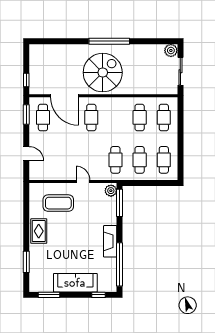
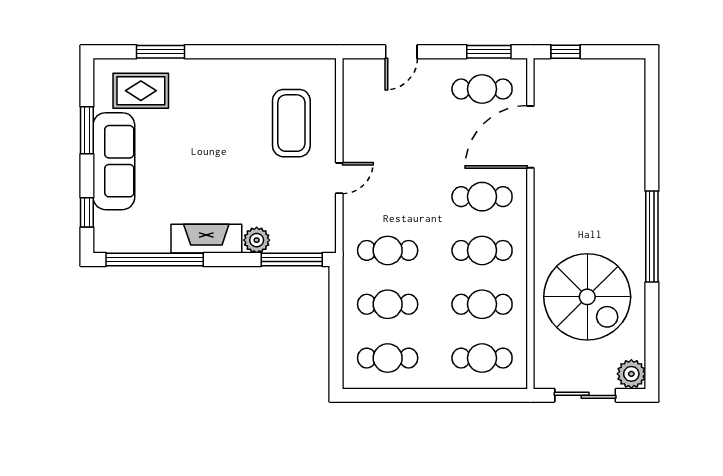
spiral stairs: (103, 73) -> (587, 297), moved
cafe table: (115, 117) -> (482, 250), added
plant: (111, 191) -> (257, 240), moved
rug: (39, 231) -> (141, 91), moved
window: (49, 295) -> (87, 130), moved

